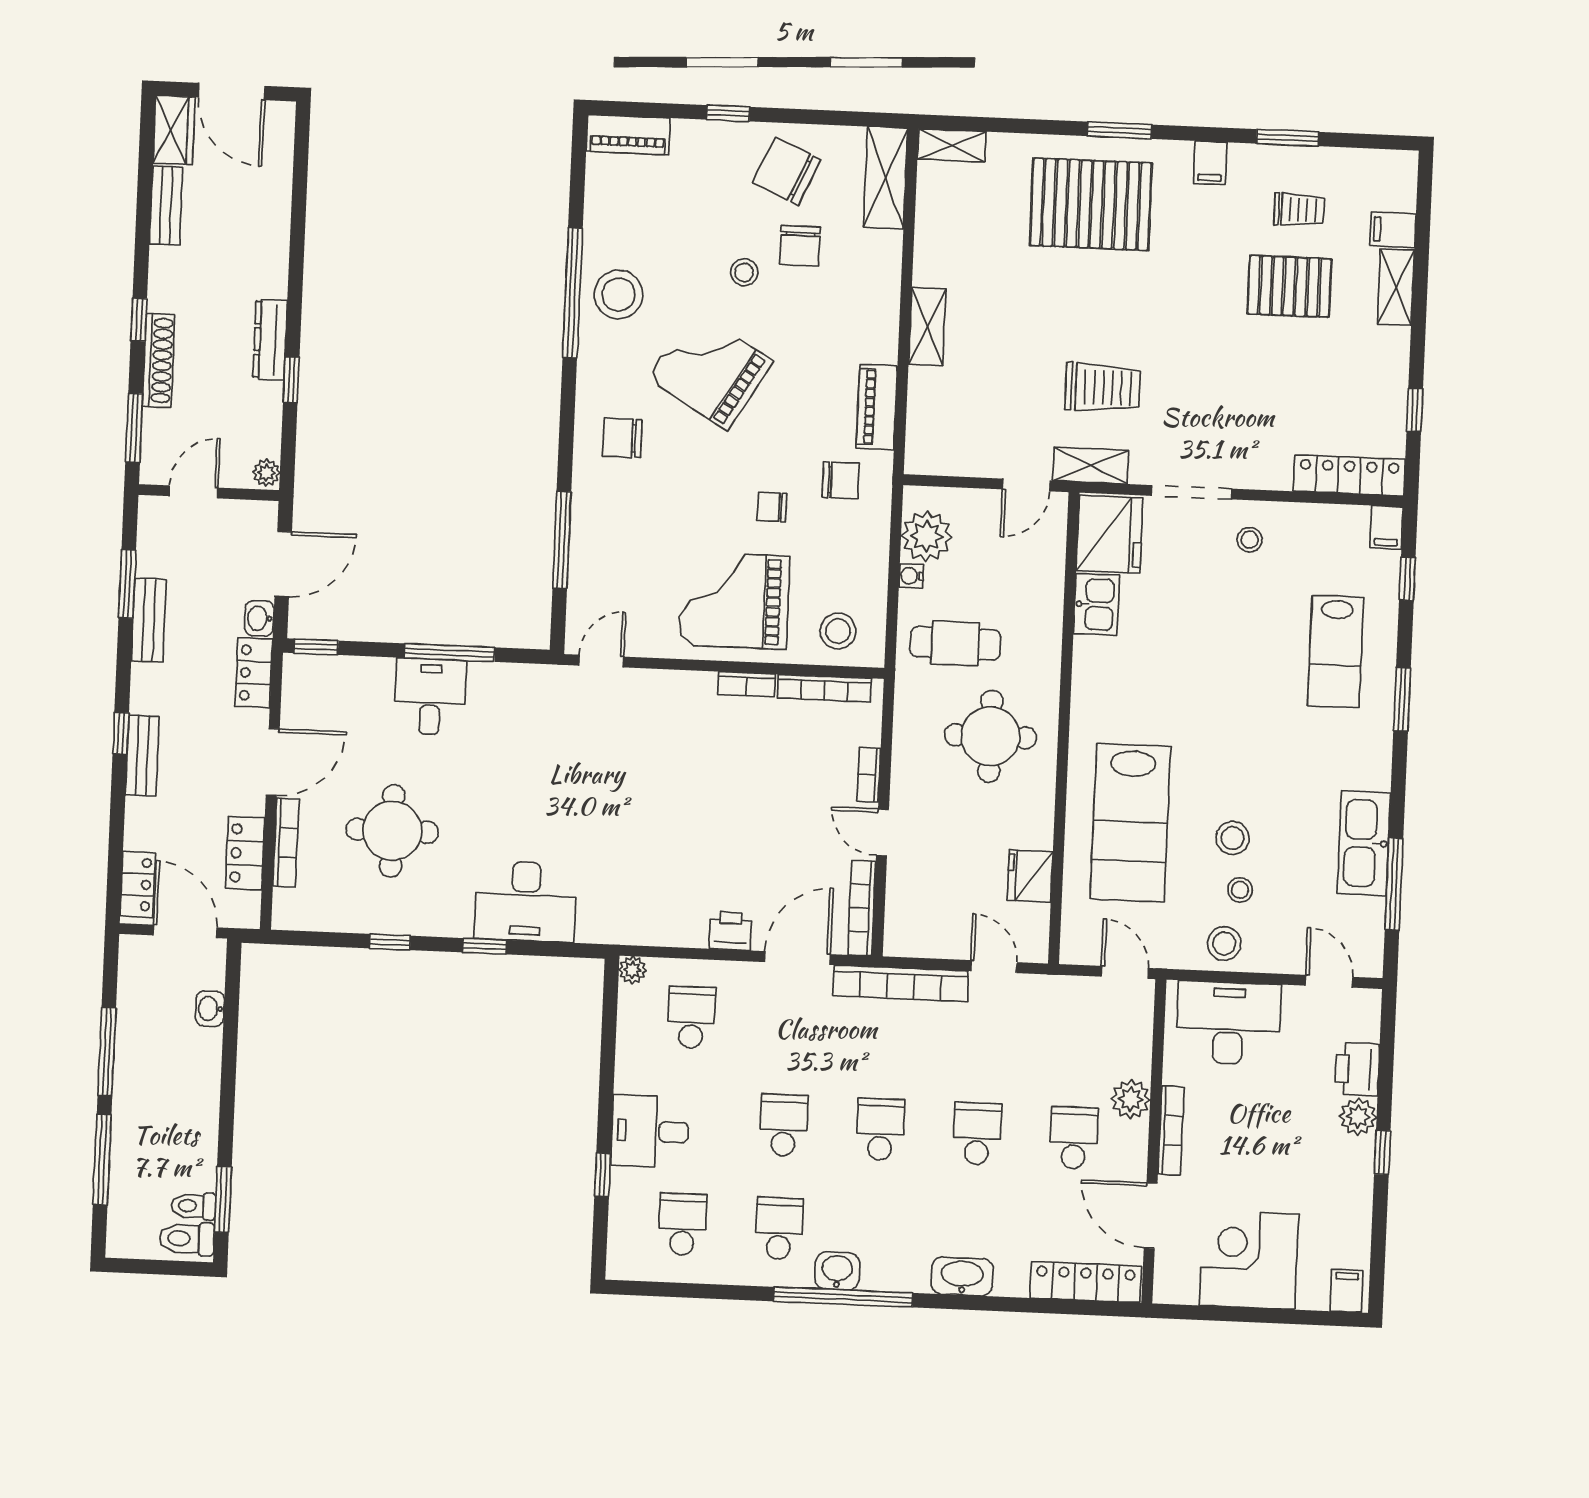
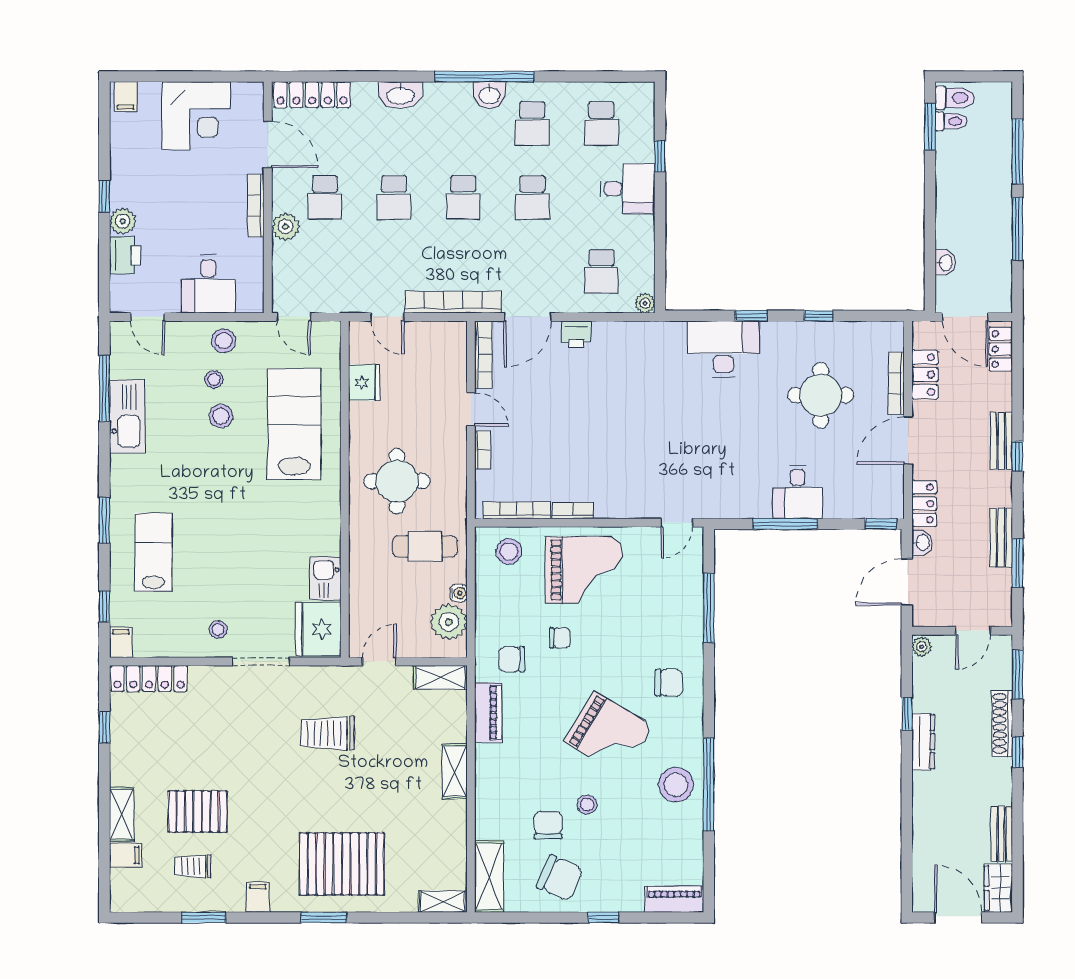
shelving: (1090, 466) -> (440, 677), moved
desk: (1228, 1023) -> (208, 284), width x0.73

